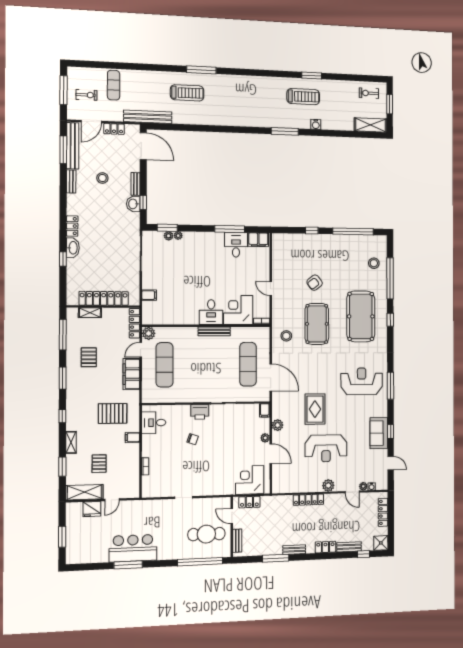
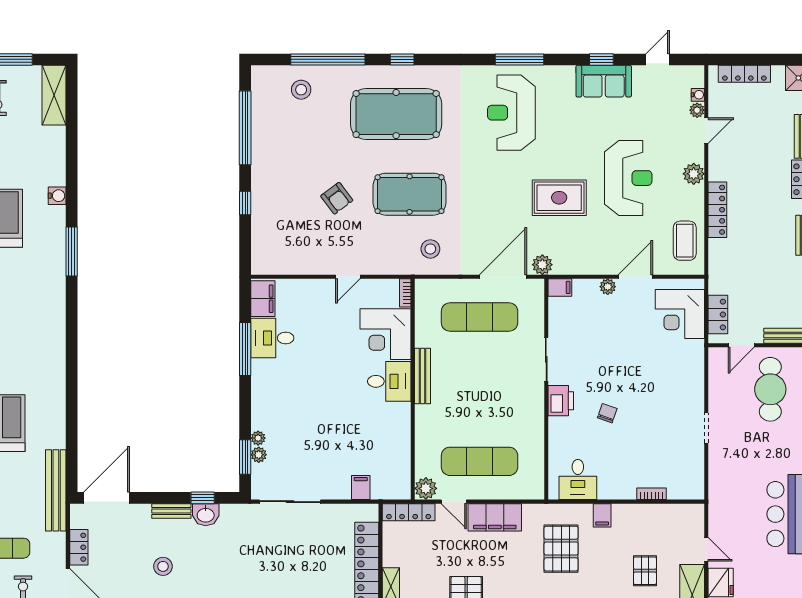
plant: (278, 425) -> (542, 265), moved
pallet: (99, 464) -> (645, 571), turned 90
coffee table: (291, 482) -> (685, 241), added

